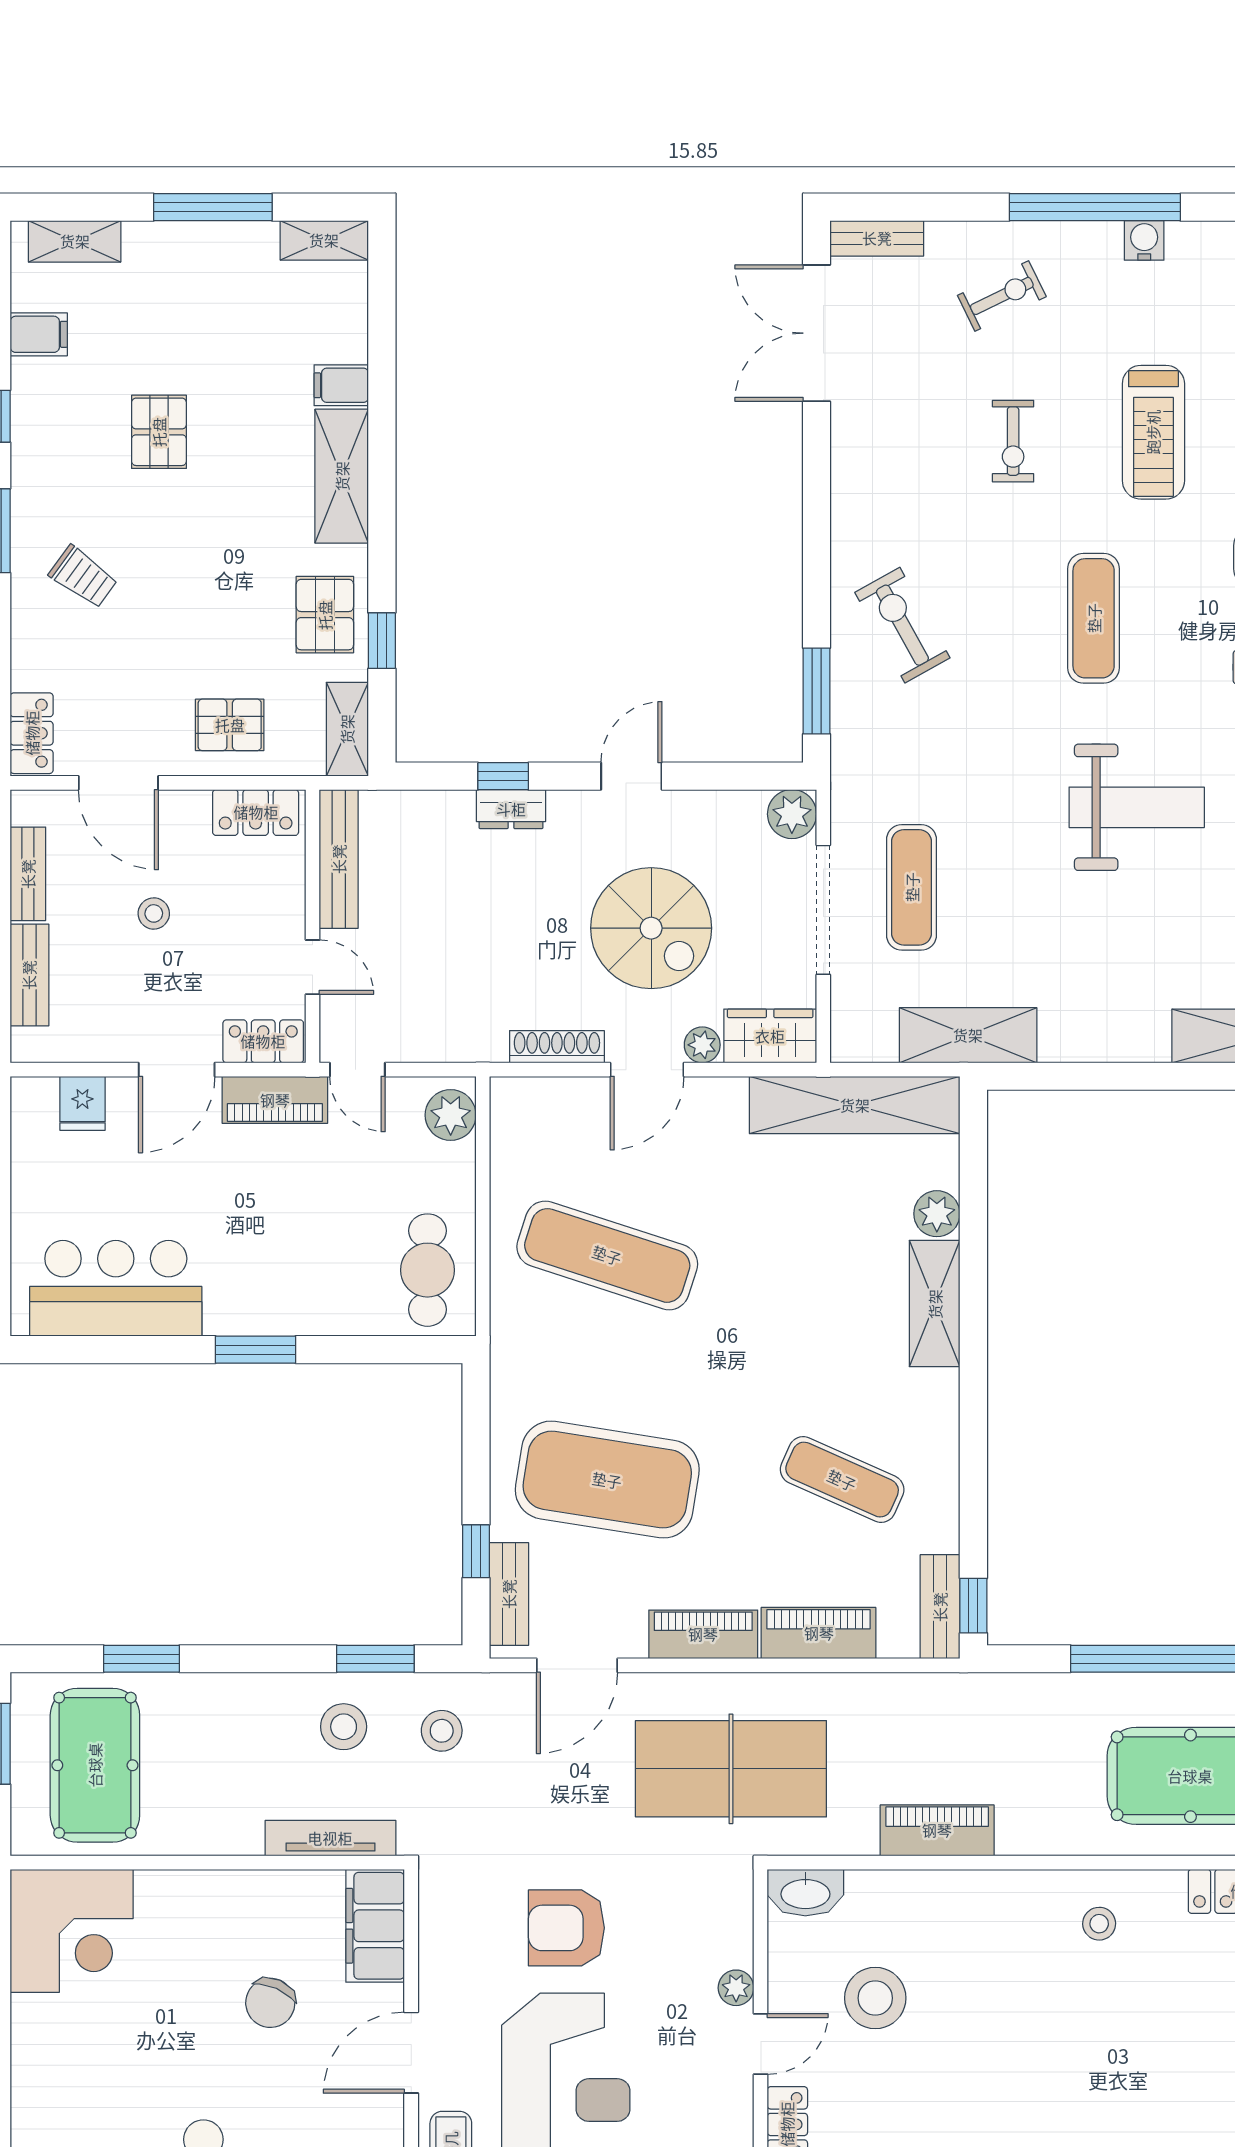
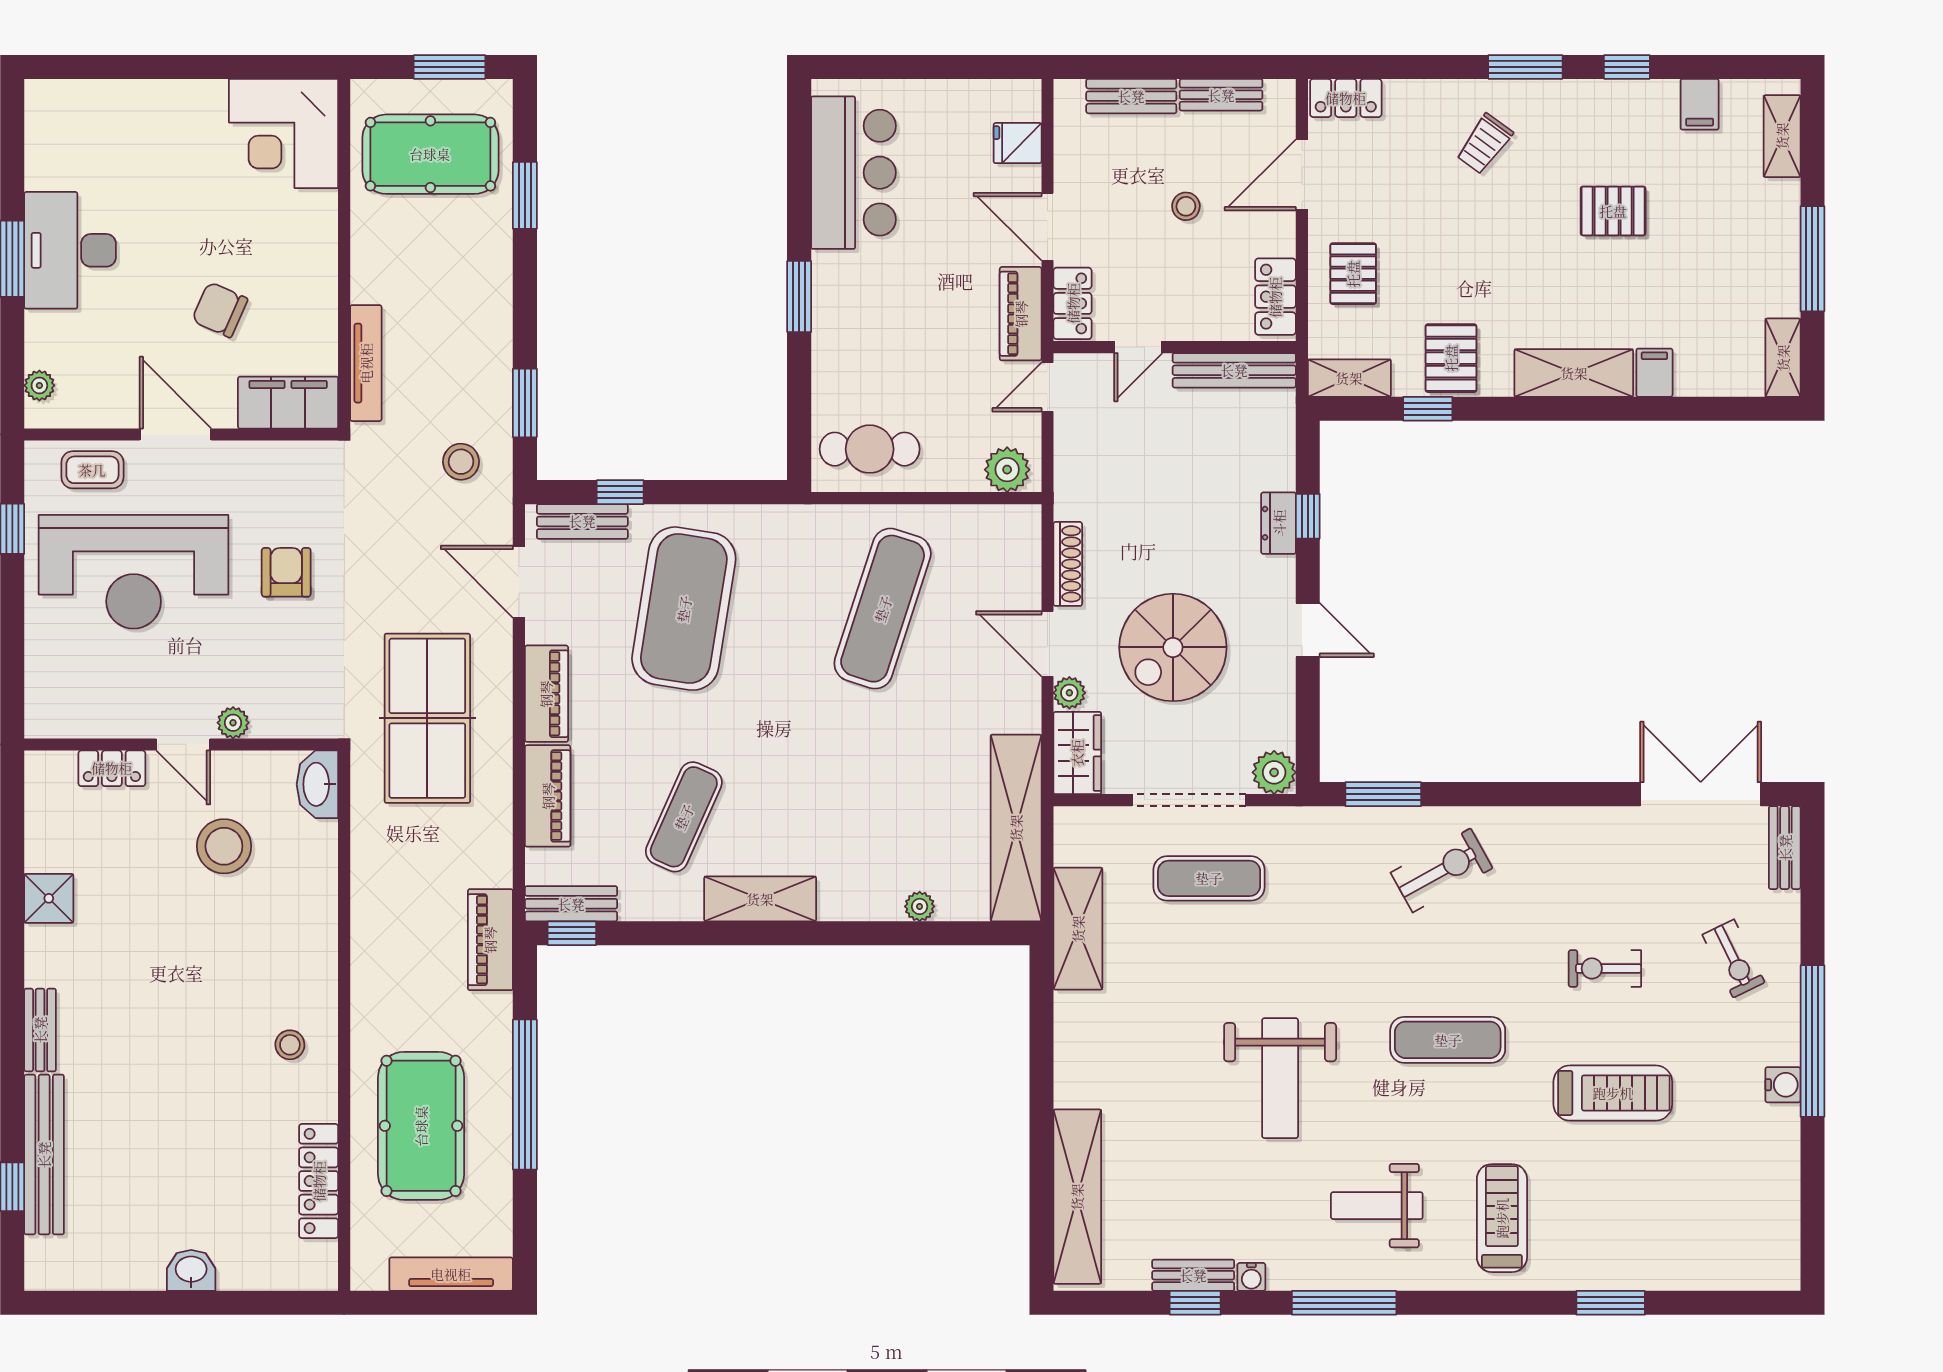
treadmill: (1153, 432) -> (1613, 1093), turned 180
pallet: (325, 615) -> (1451, 358), turned 90
plant: (937, 1214) -> (920, 906), width x0.73, depth x0.73
shelving: (935, 1304) -> (760, 899), moved
stool: (344, 1727) -> (465, 375), removed
piano: (937, 1830) -> (490, 940), moved, turned 180
armchair: (566, 1928) -> (286, 572), width x0.72, depth x0.72

